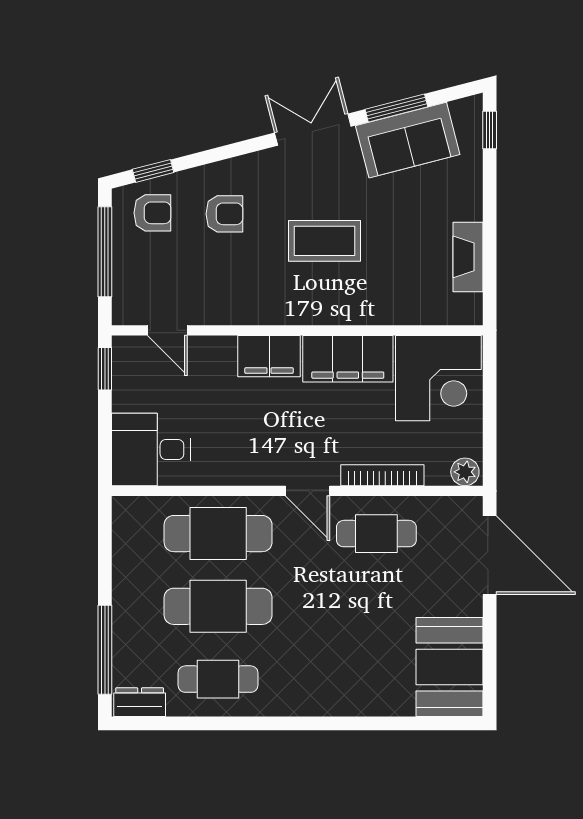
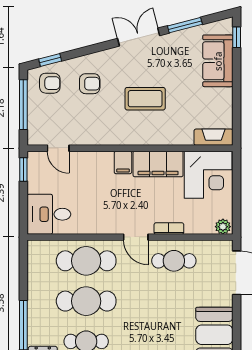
sofa: (408, 140) -> (218, 61), moved, turned 105
fireplace: (468, 257) -> (213, 137), moved, turned 90
filing cabinet: (269, 356) -> (123, 162), width x0.50
bookcase: (382, 475) -> (169, 229), width x0.64

